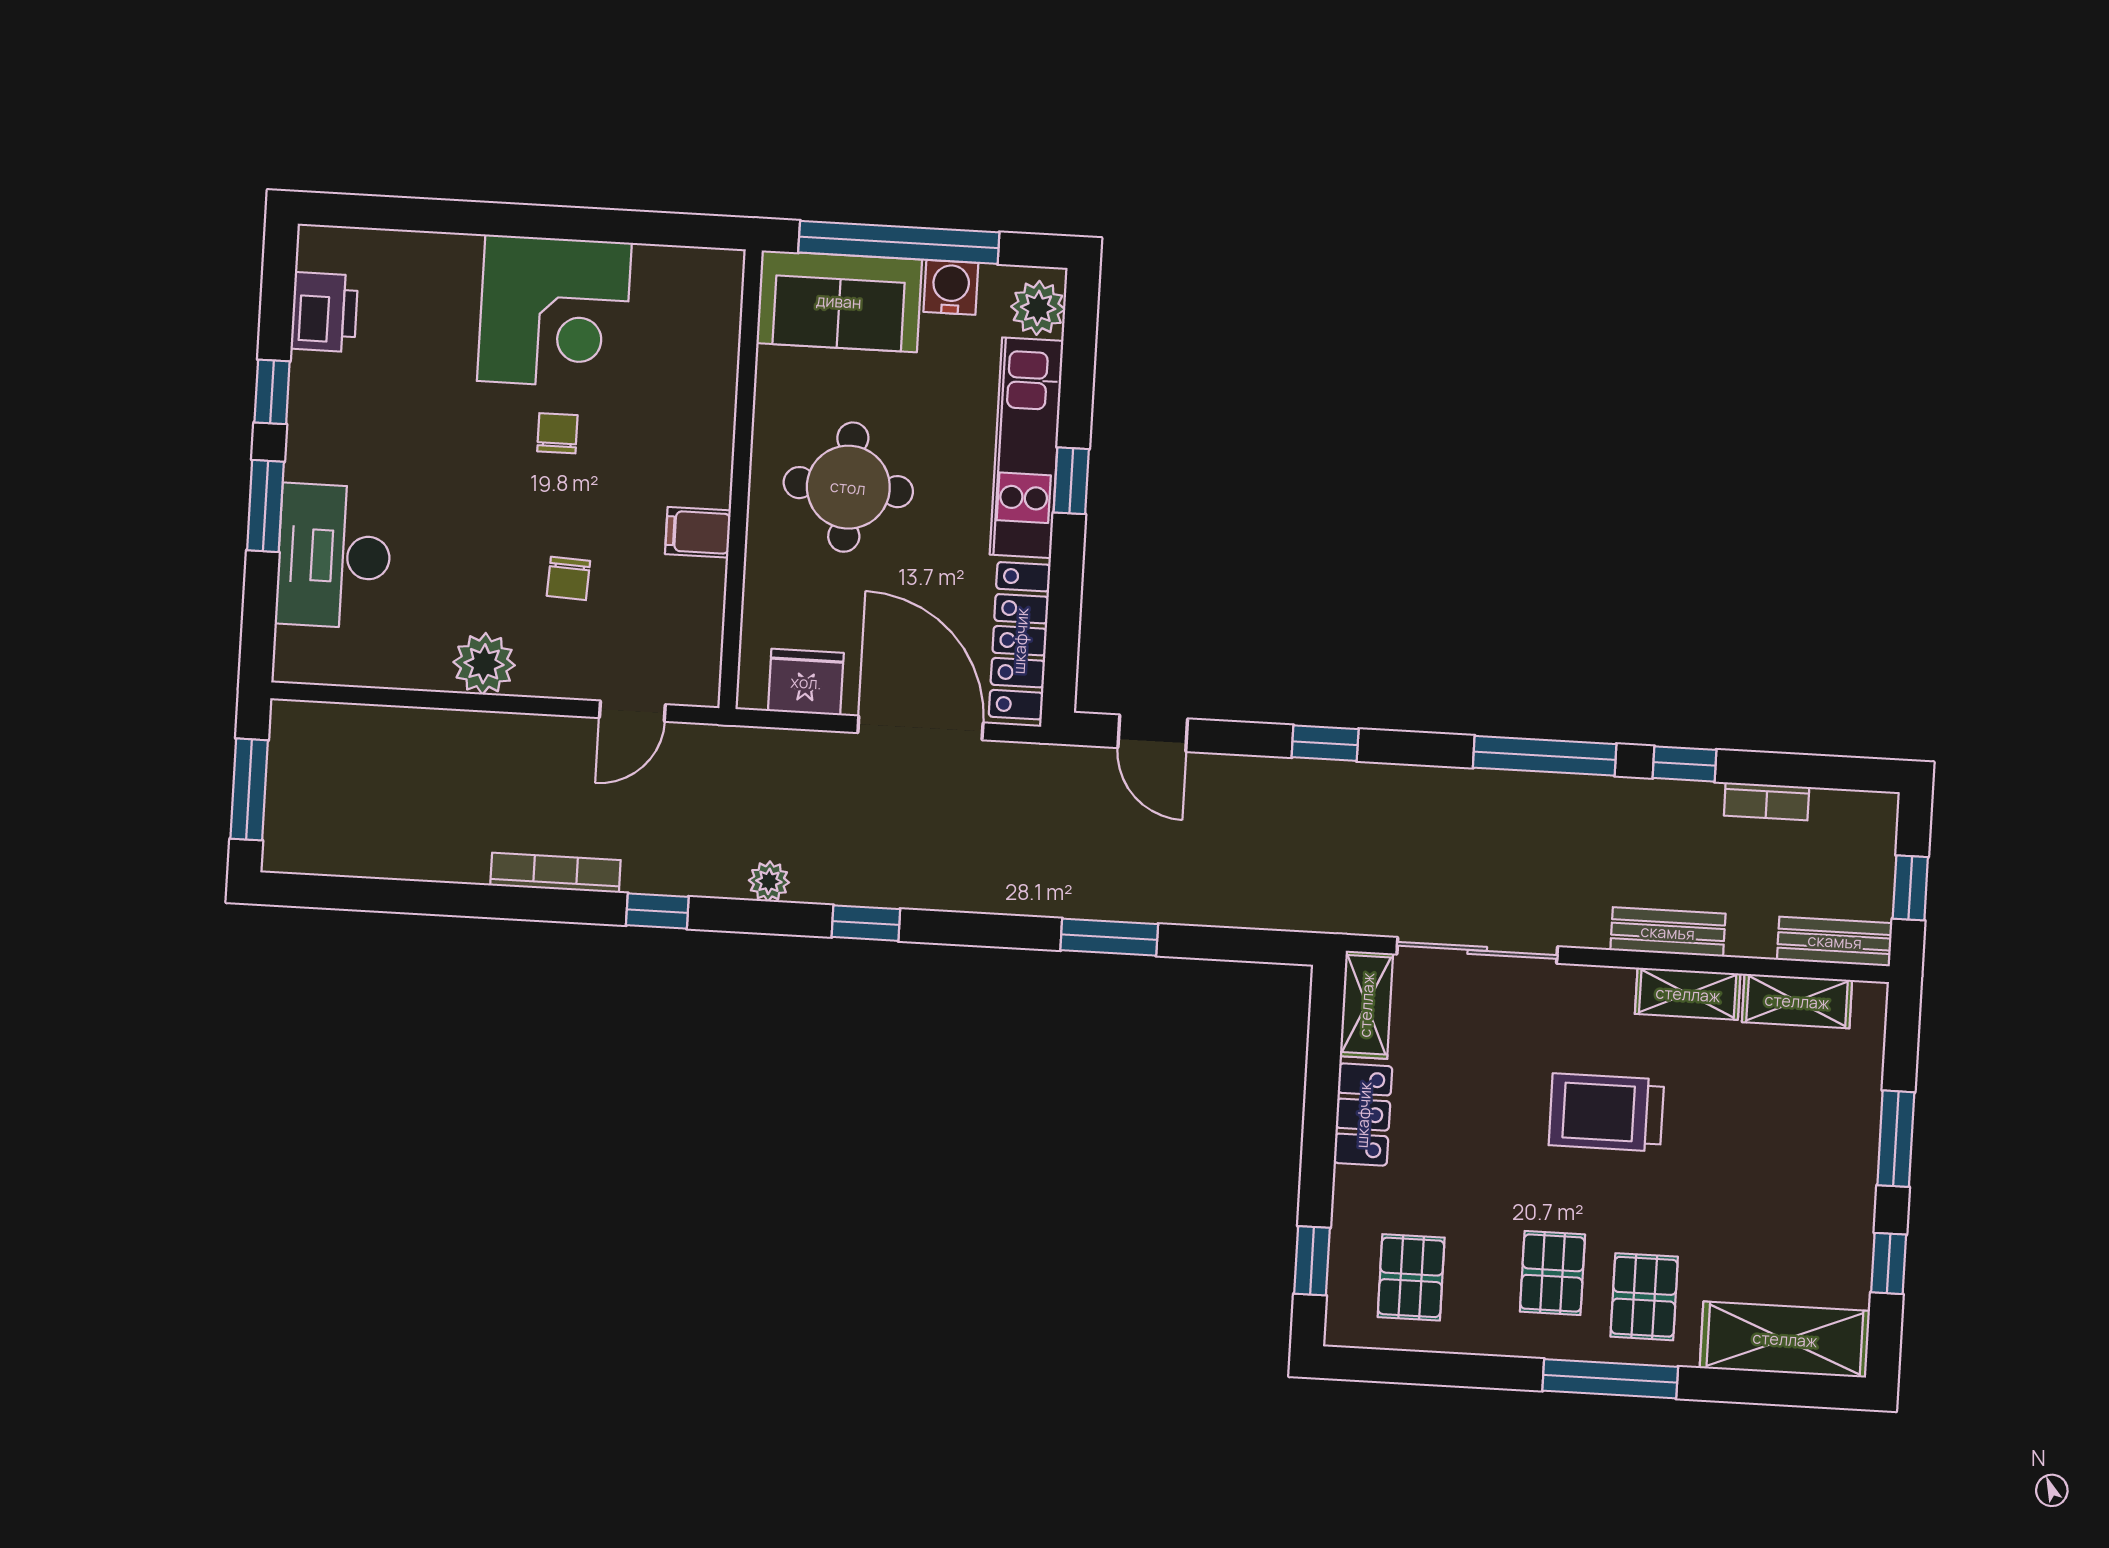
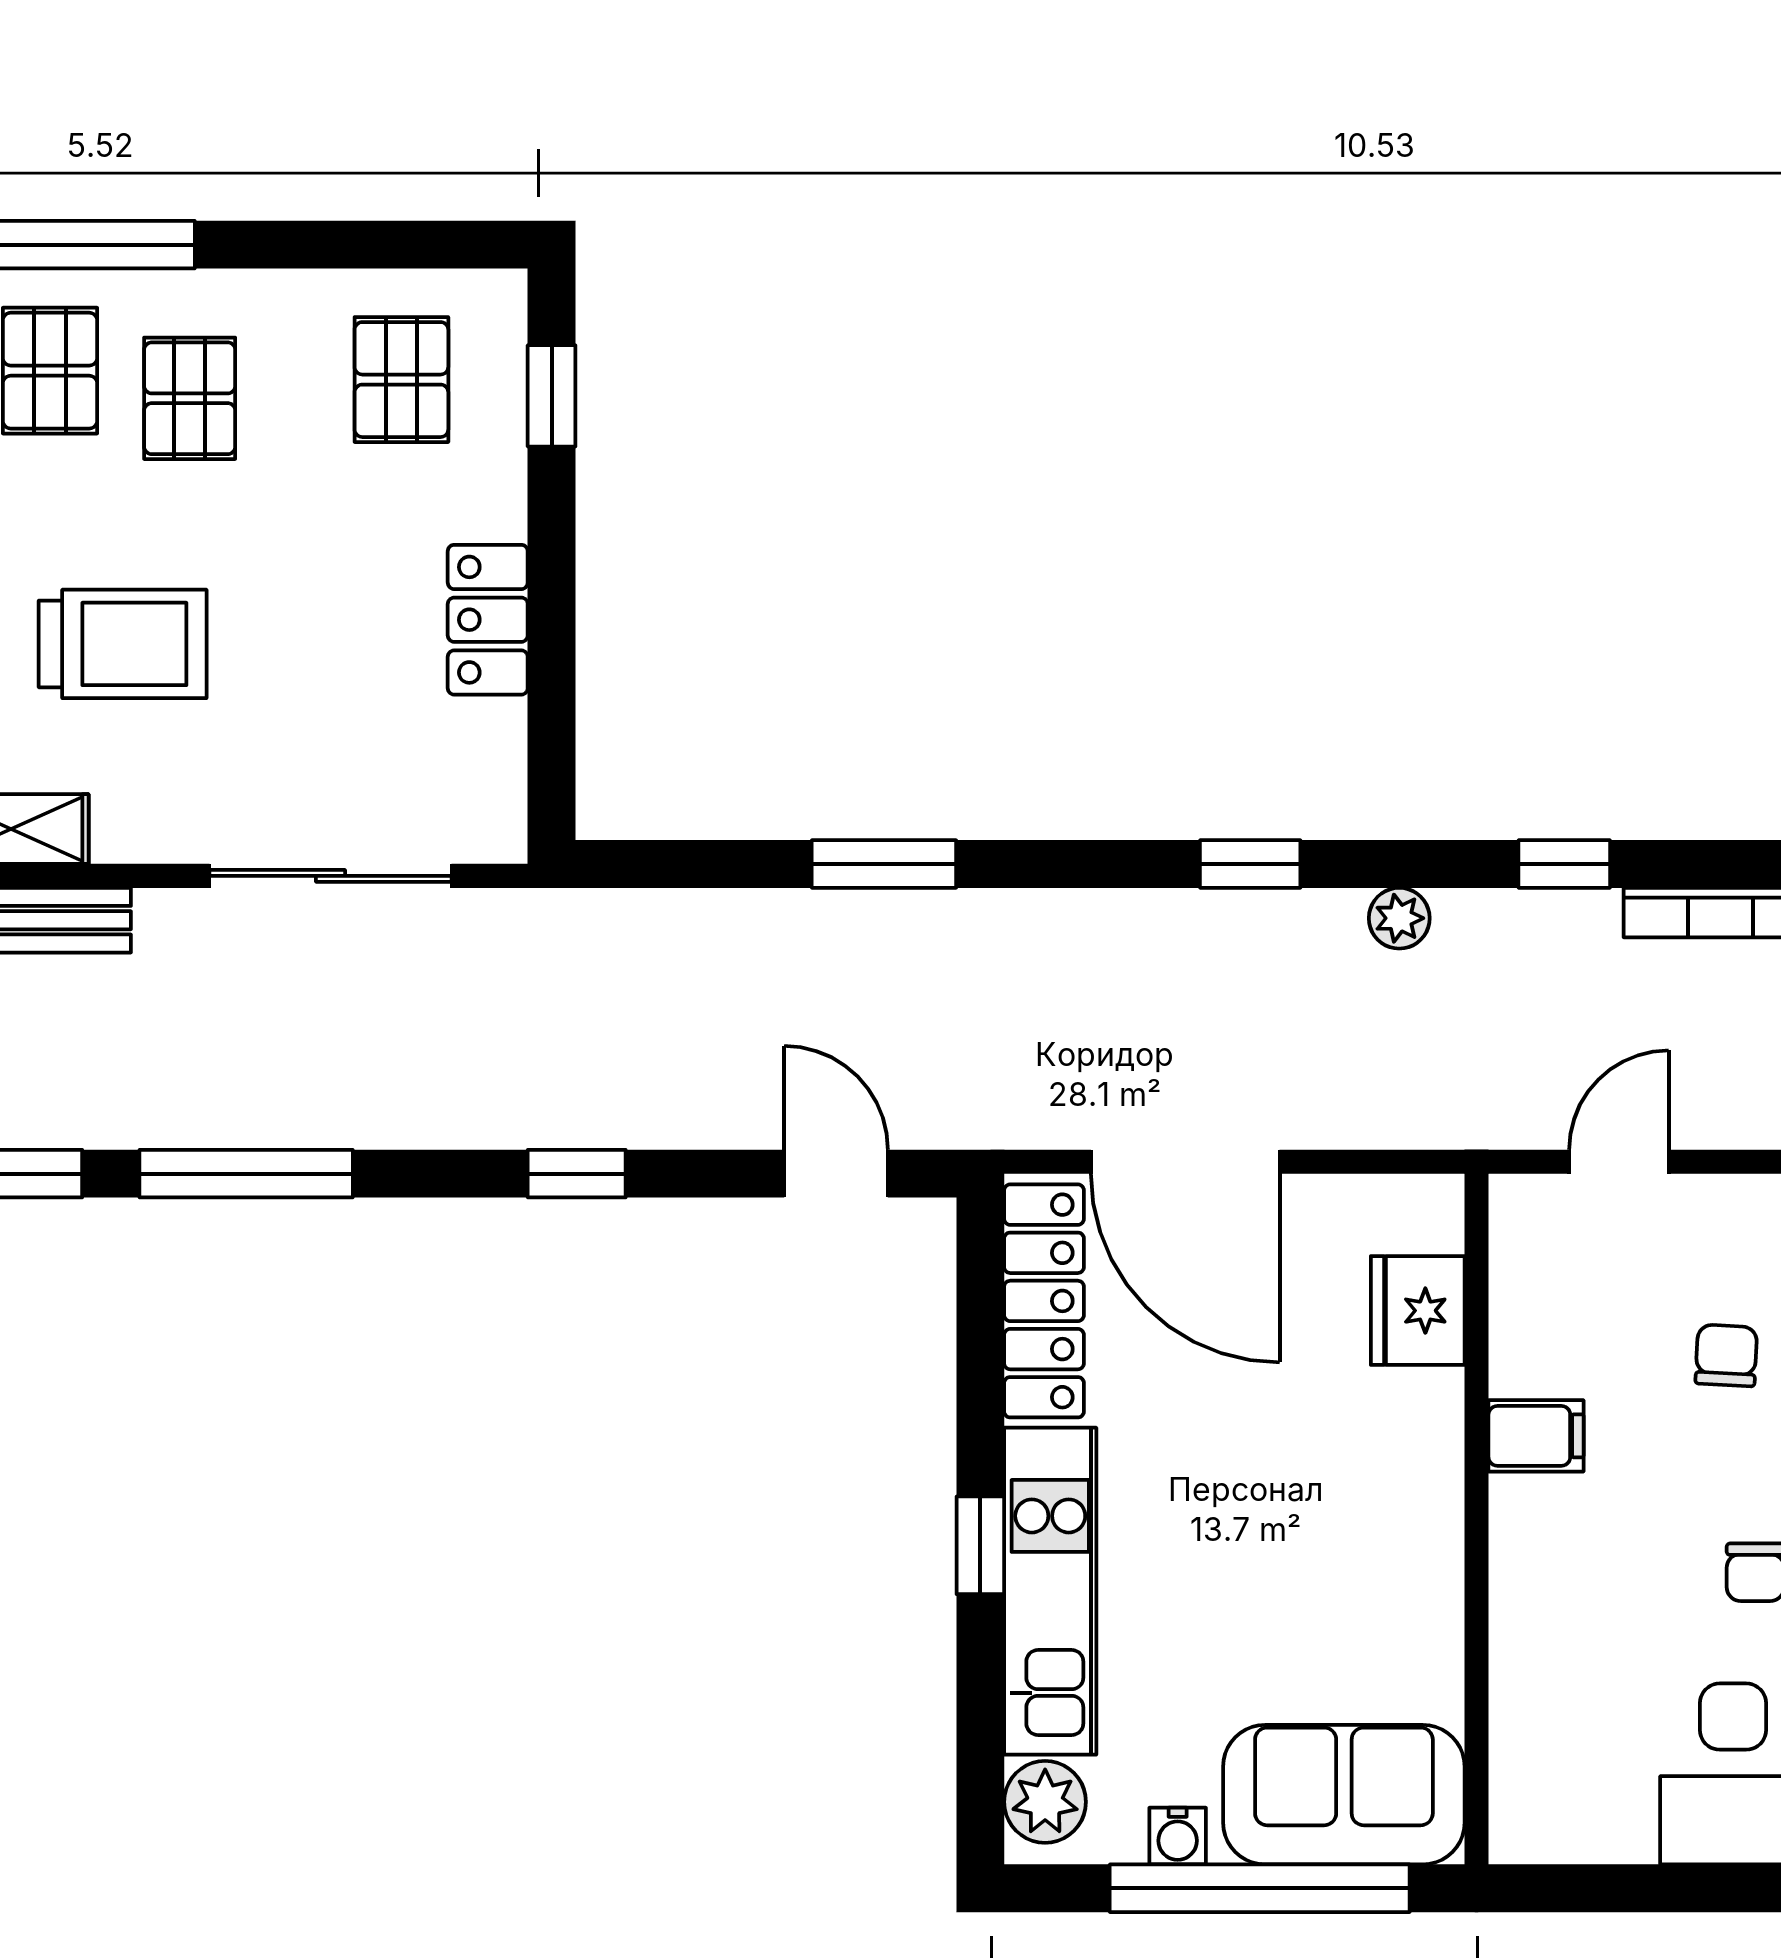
water cooler: (951, 287) -> (1178, 1836), width x0.72, depth x0.72
round table: (848, 487) -> (1314, 1517), removed
fridge: (806, 682) -> (1418, 1311), moved, turned 90
shelving: (1366, 1005) -> (492, 785), removed

